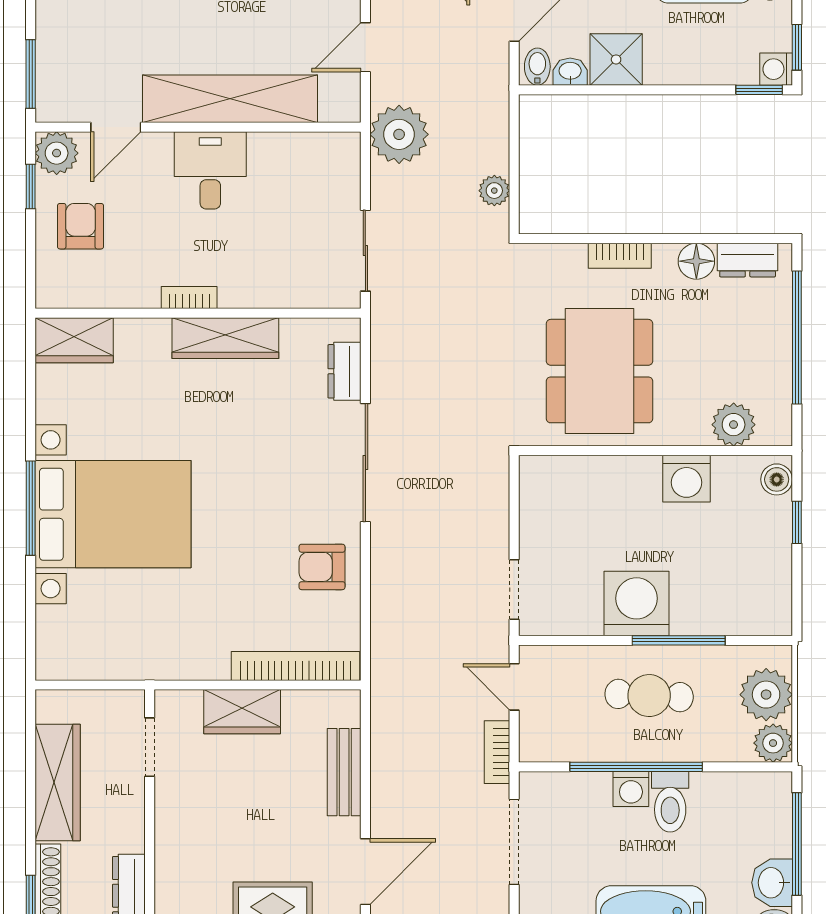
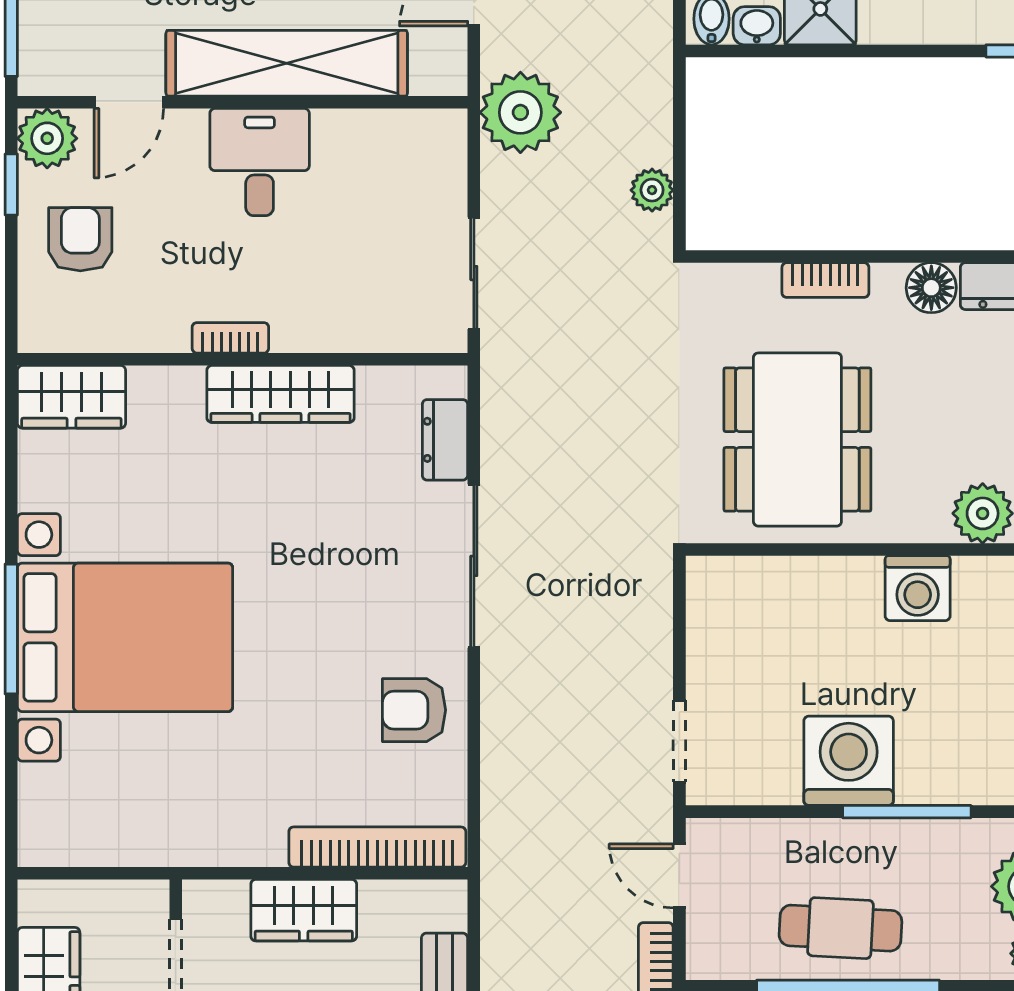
cafe table: (649, 696) -> (840, 928), moved

